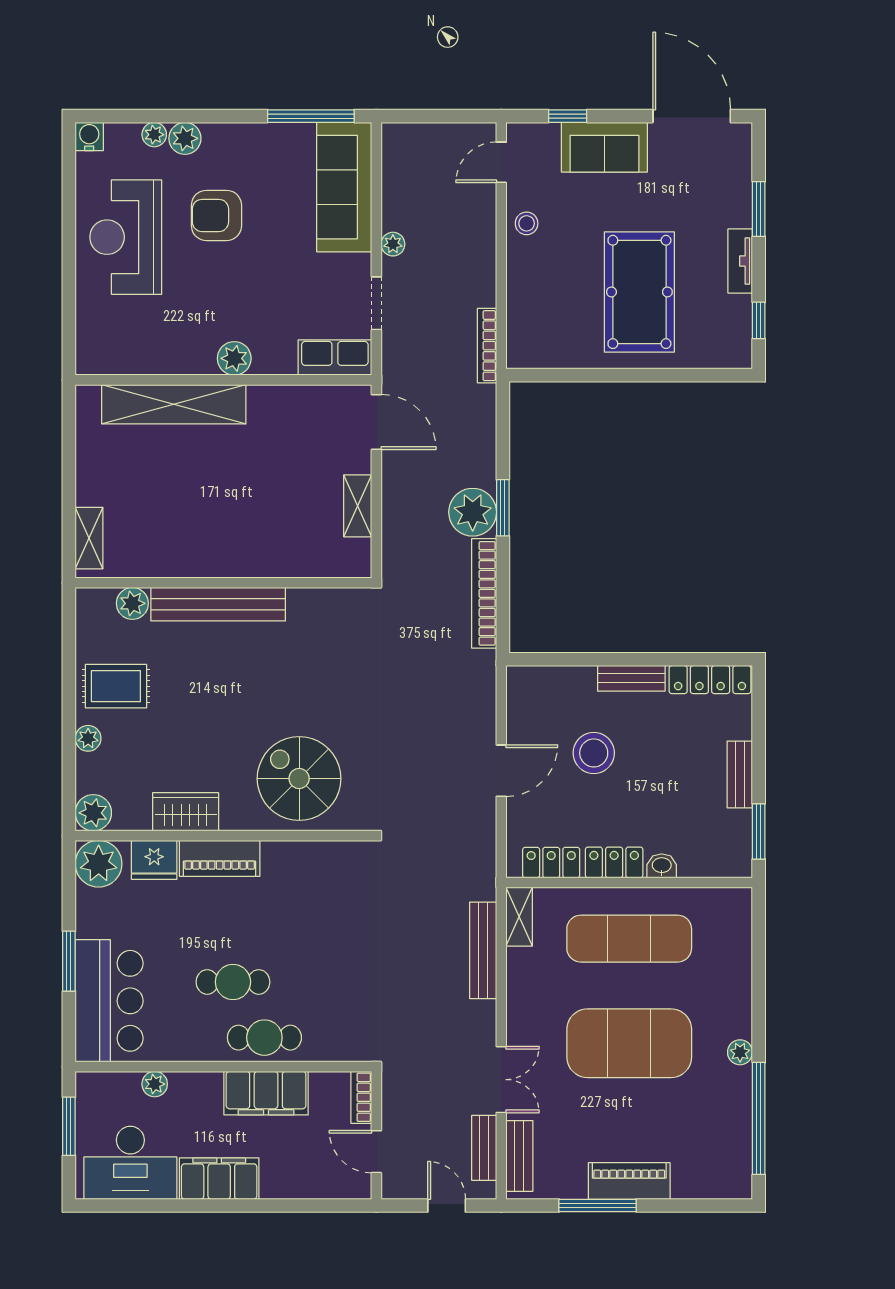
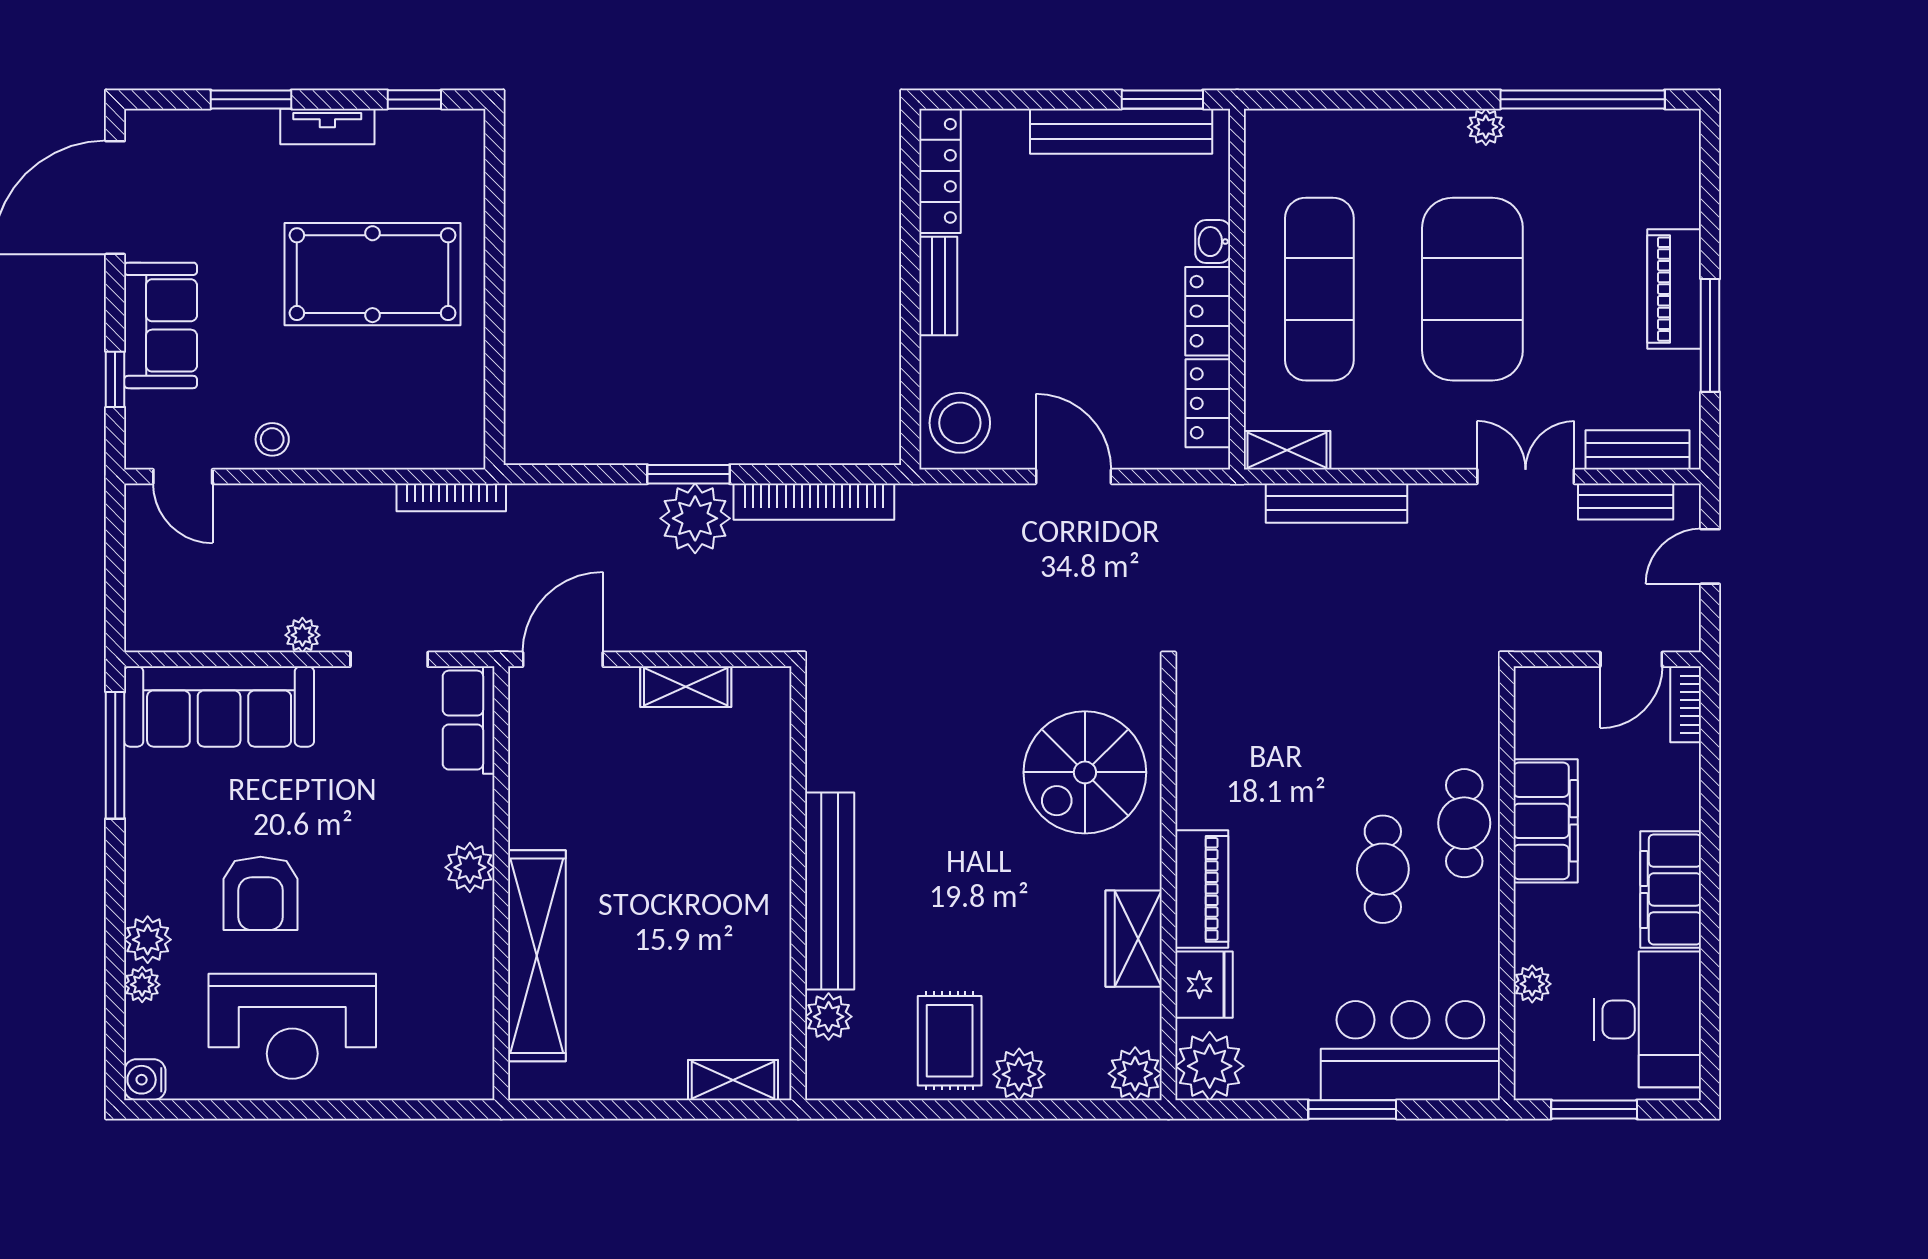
plant: (88, 738) -> (1019, 1074), width x1.38, depth x1.38
stool: (594, 753) -> (960, 423), moved
bench: (740, 774) -> (1121, 131), width x1.86, depth x1.21
bookcase: (361, 1097) -> (1686, 704), moved, turned 90

